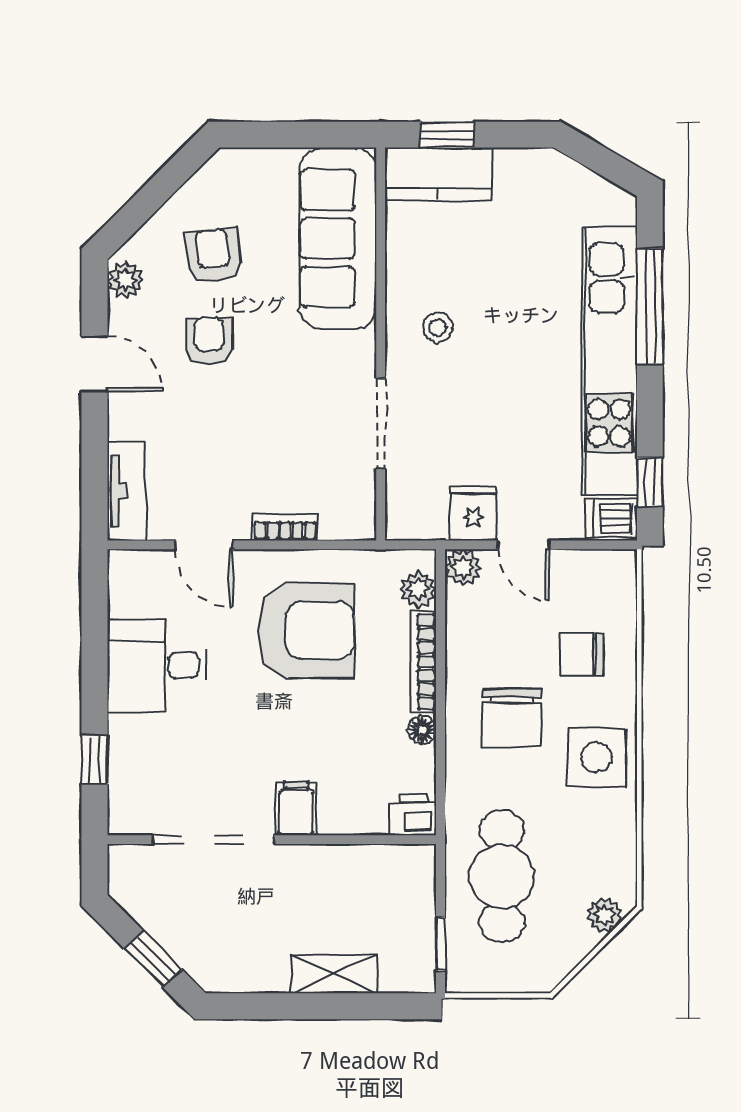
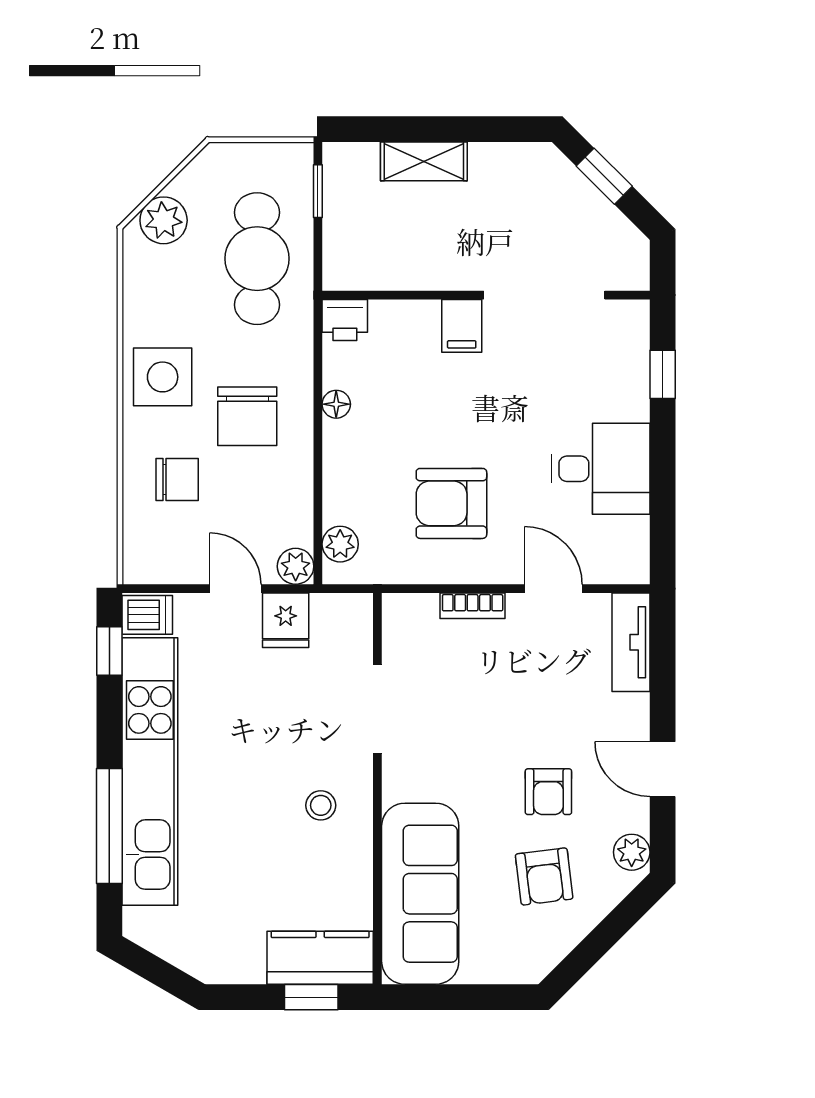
armchair: (306, 630) -> (451, 503), width x0.73, depth x0.73
bookcase: (423, 662) -> (335, 472), removed
chair: (512, 718) -> (247, 416), turned 180
plant: (605, 915) -> (164, 220), width x1.38, depth x1.38

